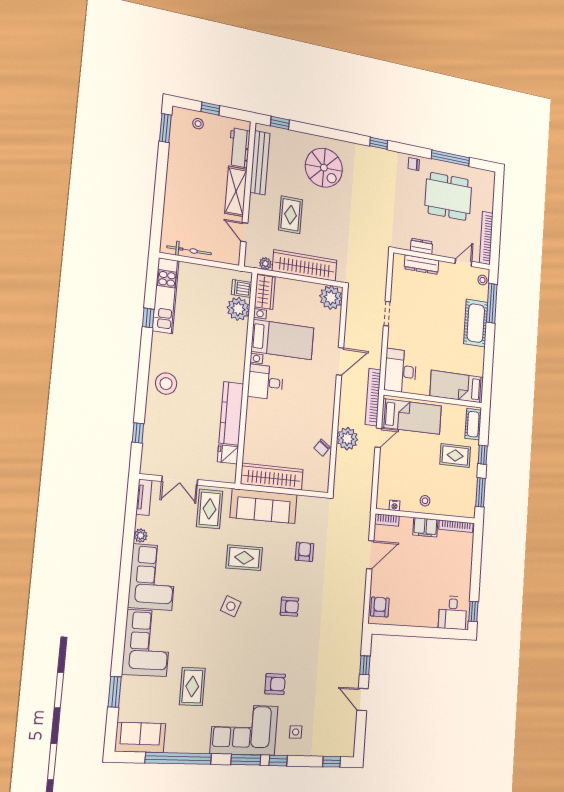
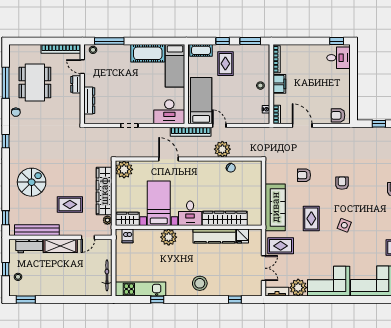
dresser: (421, 246) -> (76, 84), moved
plant: (238, 309) -> (169, 237), moved
cot: (476, 323) -> (148, 53), moved
wardrobe: (272, 477) -> (225, 218), moved, turned 90
plant: (141, 536) -> (298, 288), width x1.88, depth x1.88

